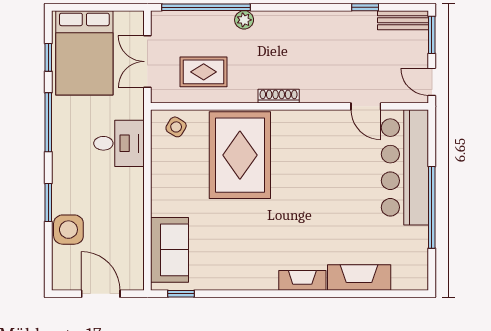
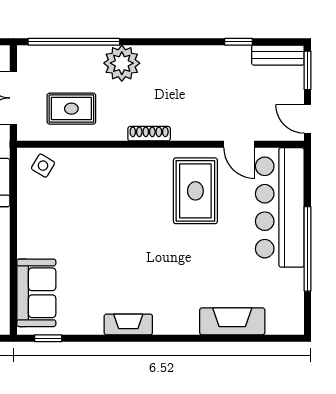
plant: (244, 20) -> (122, 63), width x1.88, depth x1.88
rug: (240, 155) -> (195, 191), moved, width x0.73, depth x0.69
fireplace: (302, 280) -> (128, 324), moved

